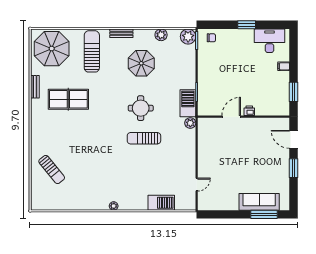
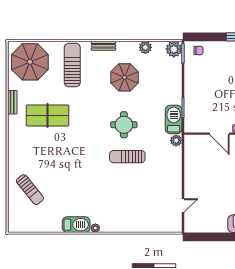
door: (231, 117) -> (219, 134), swing flipped
barbecue: (161, 203) -> (76, 225), moved

